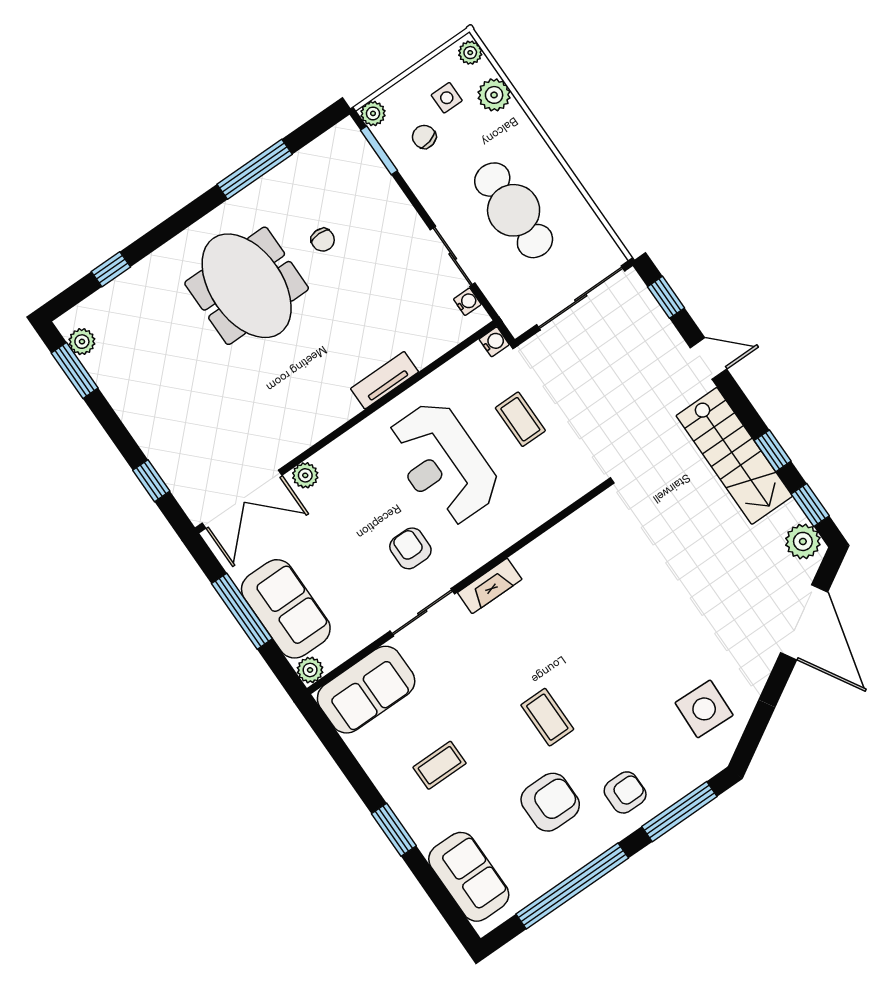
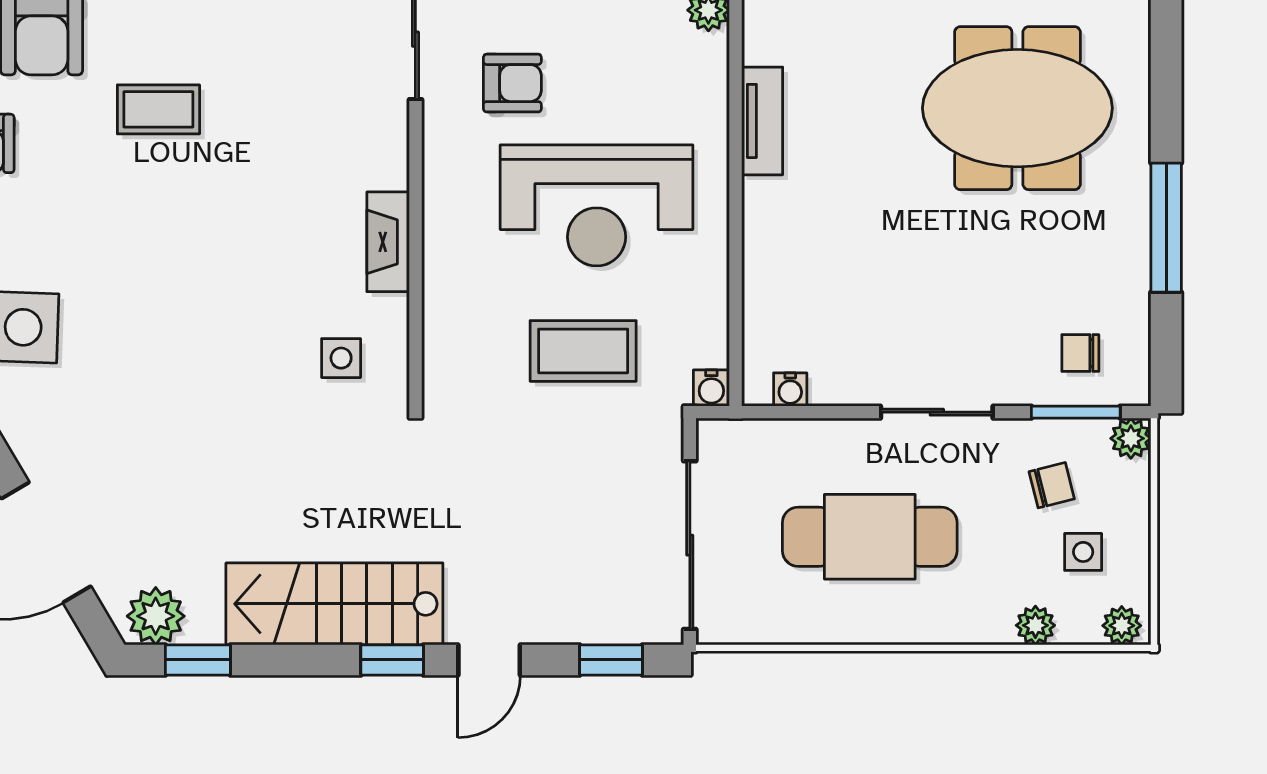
plant: (494, 95) -> (1035, 625), width x0.73, depth x0.73
chair: (323, 240) -> (1080, 353), moved
sliding door: (453, 256) -> (937, 412), moved
tv unit: (384, 380) -> (762, 121), moved
coffee table: (520, 419) -> (583, 351), width x1.36, depth x1.30
window: (773, 451) -> (392, 660), moved
reception desk: (442, 463) -> (597, 205), turned 180
side table: (608, 538) -> (341, 358), added
fireplace: (490, 586) -> (388, 242), moved

